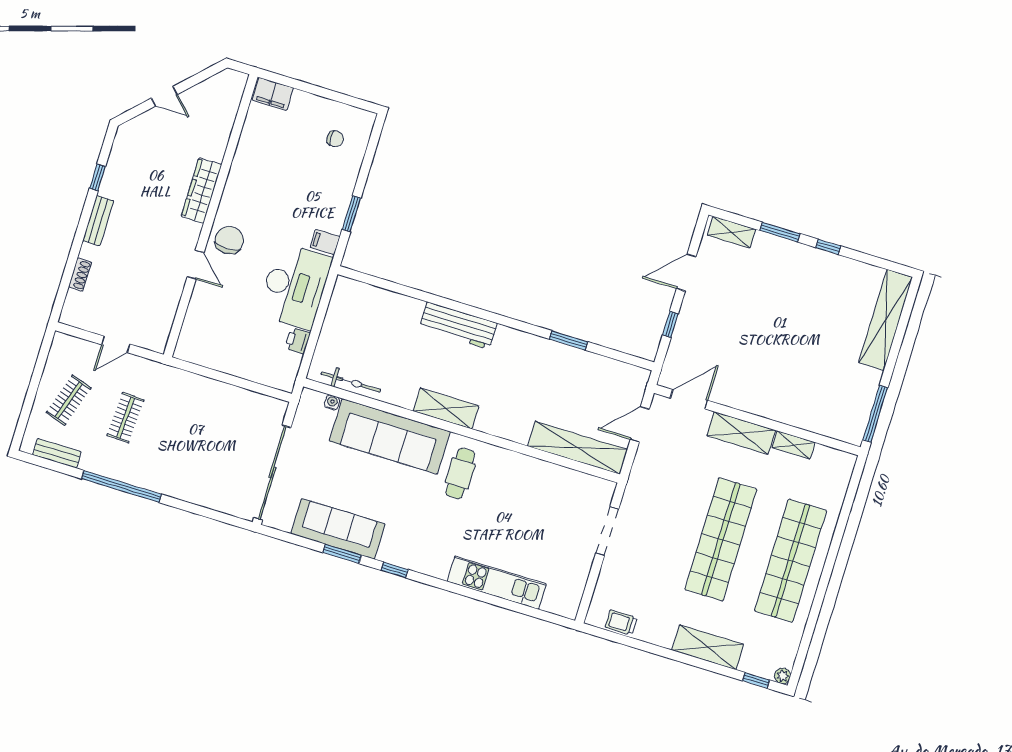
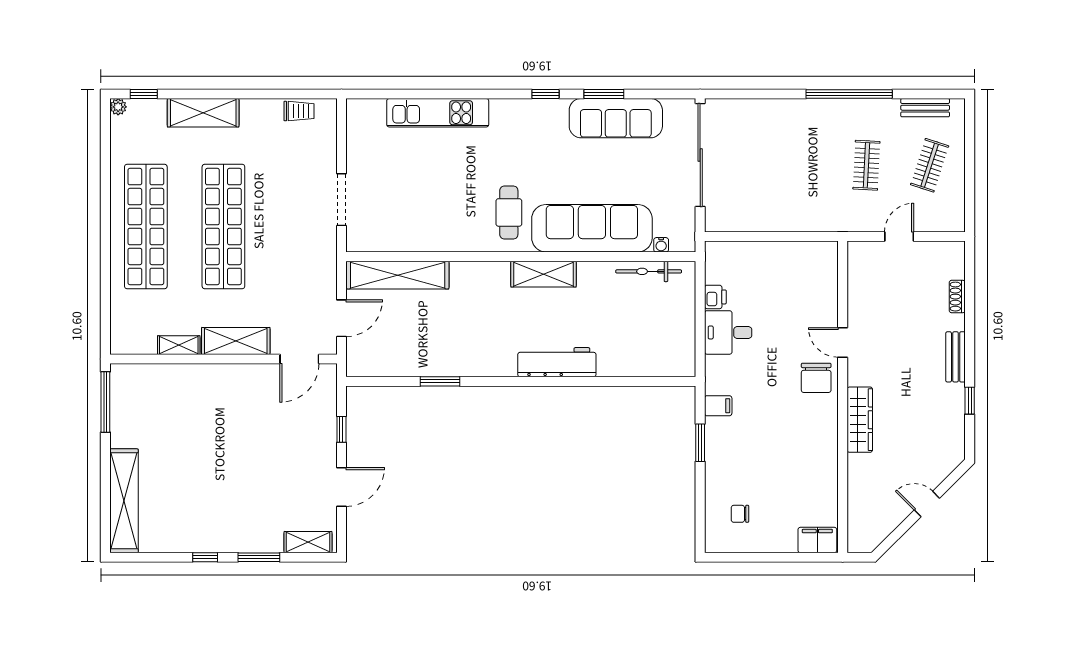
desk: (295, 286) -> (728, 332), width x0.53, depth x0.77

